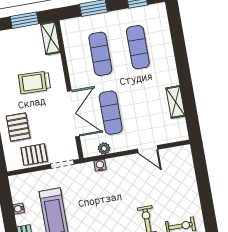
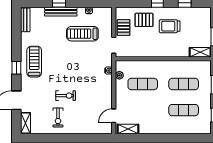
trolley: (34, 82) -> (170, 26), moved, turned -92
shelving: (176, 102) -> (128, 129), moved
double door: (73, 114) -> (146, 59), removed
door: (148, 149) -> (114, 116), moved

